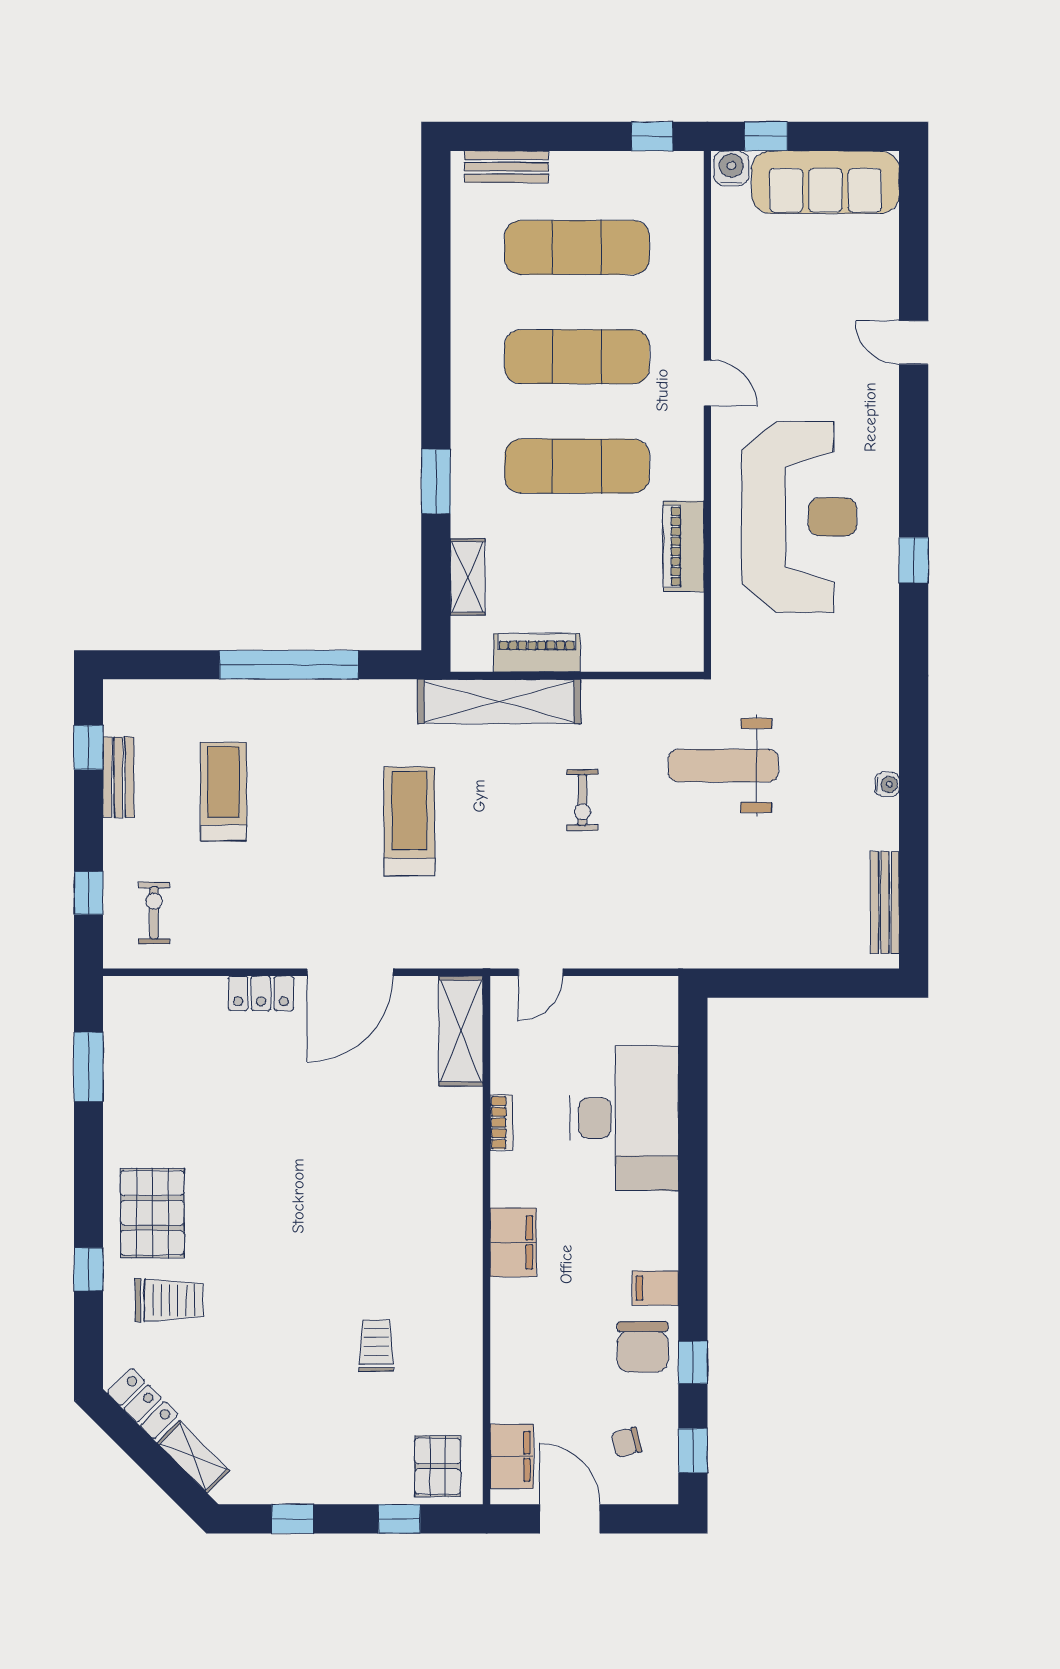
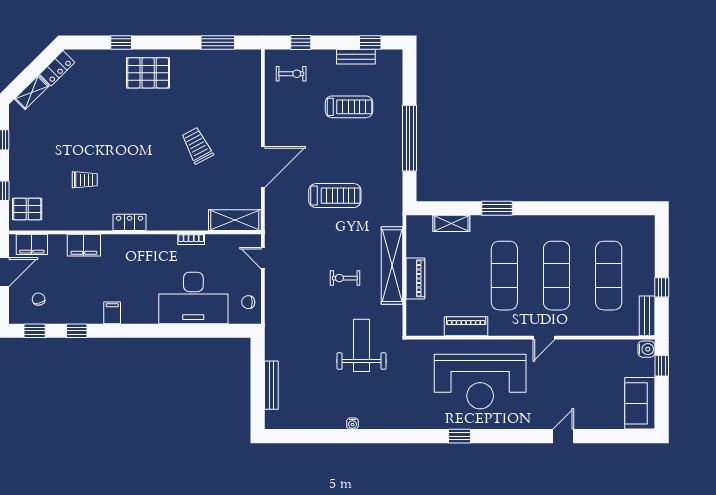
window: (652, 136) -> (662, 287), moved
bench: (506, 167) -> (647, 316), moved
sofa: (825, 182) -> (640, 403), width x0.73
piano: (537, 653) -> (415, 278), moved
shelving: (499, 701) -> (392, 266), moved
bench: (885, 902) -> (271, 385), moved, turned 90
door: (350, 972) -> (263, 167), swing flipped
locker: (261, 993) -> (130, 222), moved, turned 90
filing cabinet: (513, 1242) -> (84, 245), moved
trolley: (169, 1300) -> (197, 146), moved, turned 152
chair: (643, 1347) -> (248, 302), moved, width x0.54, depth x0.54

